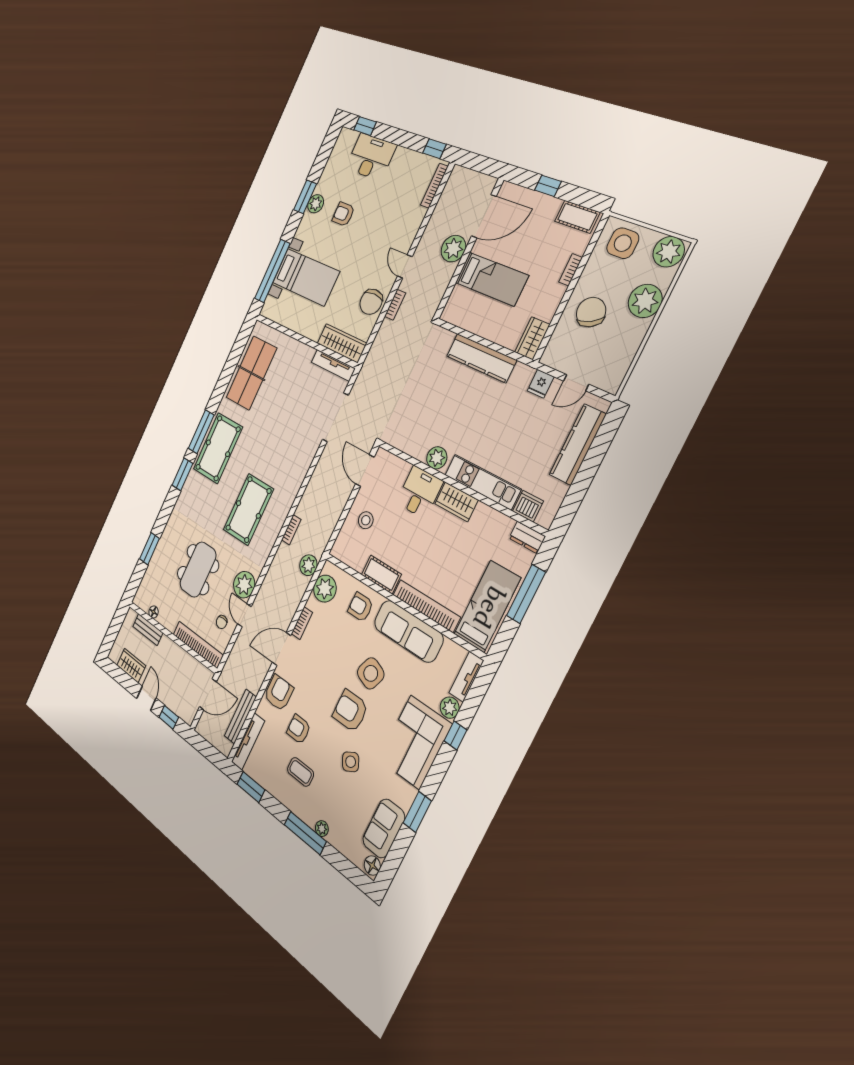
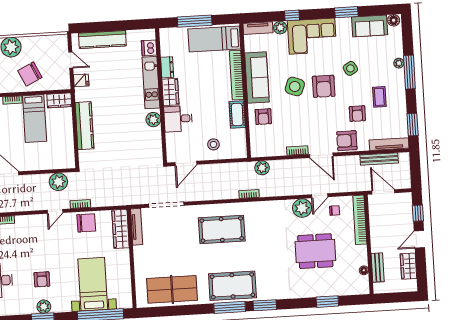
plant: (453, 249) -> (58, 182), moved
bed: (491, 279) -> (35, 119), moved, turned 180
pool table: (248, 509) -> (222, 229), moved
dresser: (527, 537) -> (167, 67), moved
plant: (325, 589) -> (268, 147), removed

